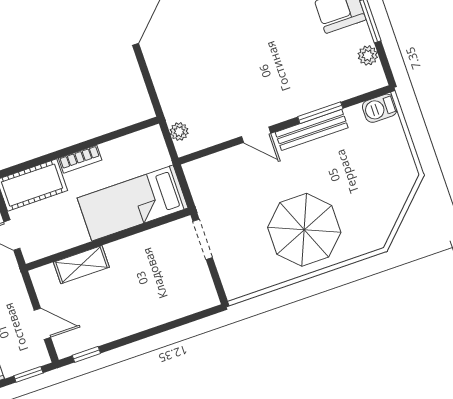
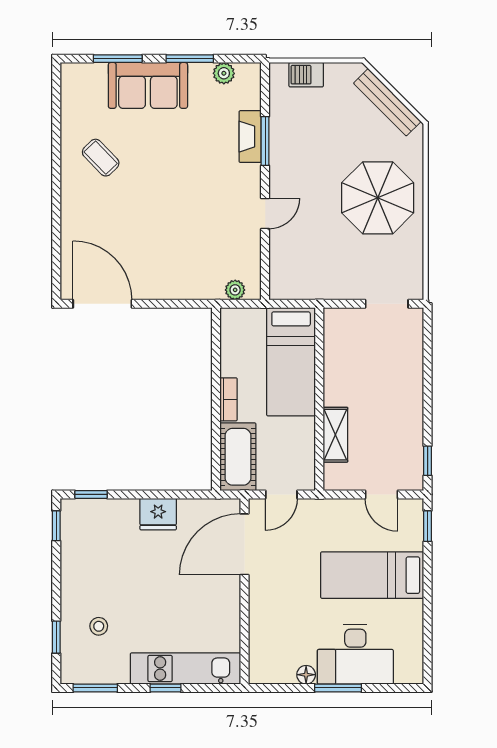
fireplace: (320, 98) -> (250, 137), added
barbecue: (380, 108) -> (306, 75), moved, turned 90
bench: (312, 130) -> (387, 102), moved, turned -45
doorway: (203, 239) -> (387, 304), moved
door: (42, 324) -> (381, 494), swing flipped

